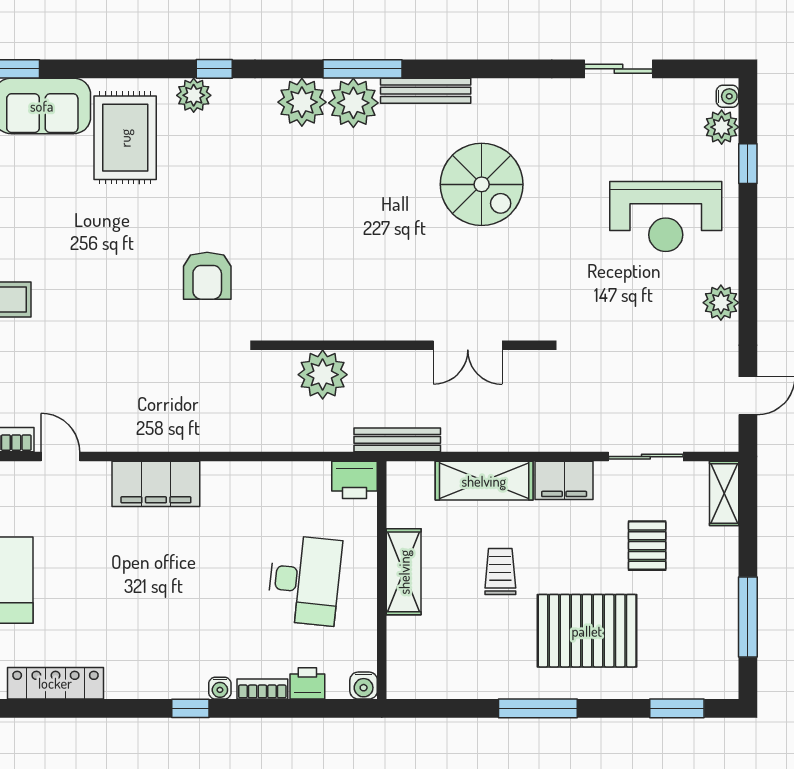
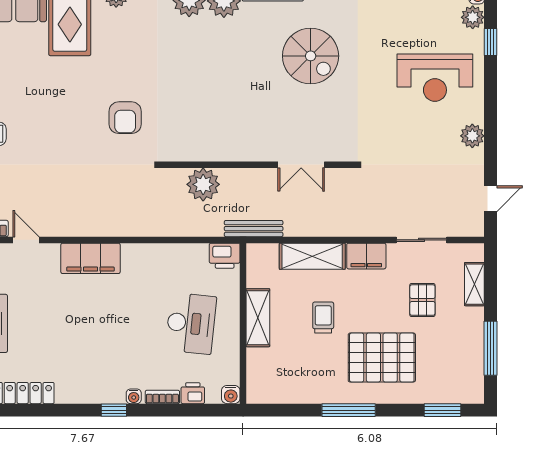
shelving: (724, 493) -> (474, 284), moved

